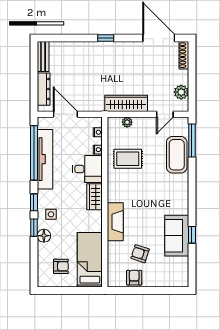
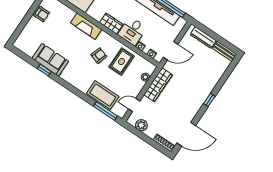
door: (65, 114) -> (171, 51), moved
door: (165, 114) -> (134, 105), hinge flipped
armchair: (140, 254) -> (99, 56), moved

